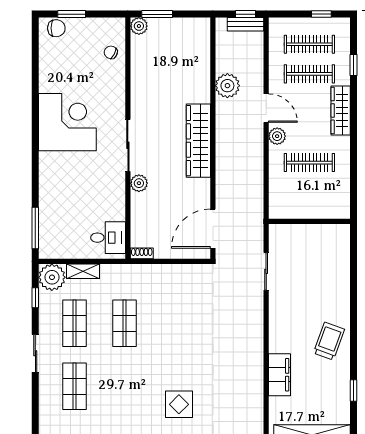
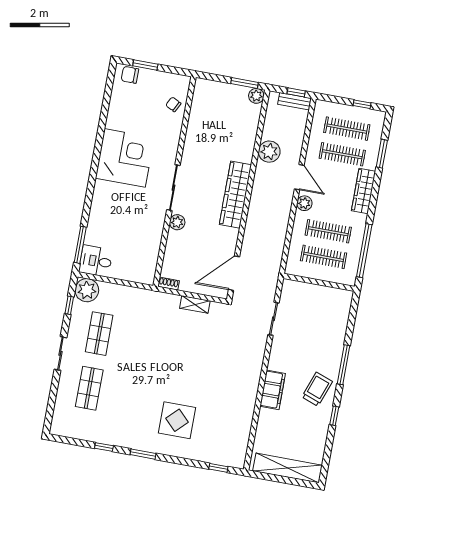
window: (157, 14) -> (245, 83), moved
plant: (139, 26) -> (256, 96), moved
chair: (56, 28) -> (130, 75), turned 180
window: (354, 65) -> (382, 154), width x1.50
window: (354, 177) -> (364, 251), added
clothes rail: (309, 192) -> (324, 257), added
desk: (108, 238) -> (96, 261), moved, turned 180
shelving: (83, 271) -> (195, 304), moved
window: (354, 308) -> (344, 365), added
shop shelf: (124, 323) -> (142, 341), removed
filing cabinet: (279, 375) -> (273, 390), moved
window: (354, 390) -> (334, 416), moved
display table: (179, 404) -> (177, 420), width x1.36, depth x1.36

